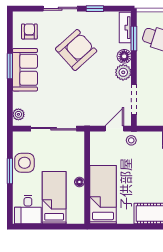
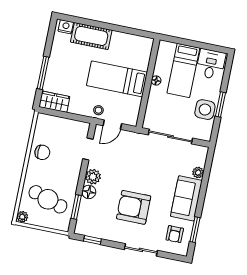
window: (95, 9) -> (92, 240), moved
tv unit: (125, 28) -> (82, 219), removed
armchair: (76, 50) -> (134, 207), turned 42
window: (10, 66) -> (195, 230), moved
doorway: (134, 99) -> (88, 149), width x0.73
plant: (18, 114) -> (198, 173), moved
bed: (103, 195) -> (117, 79), moved, turned 90

